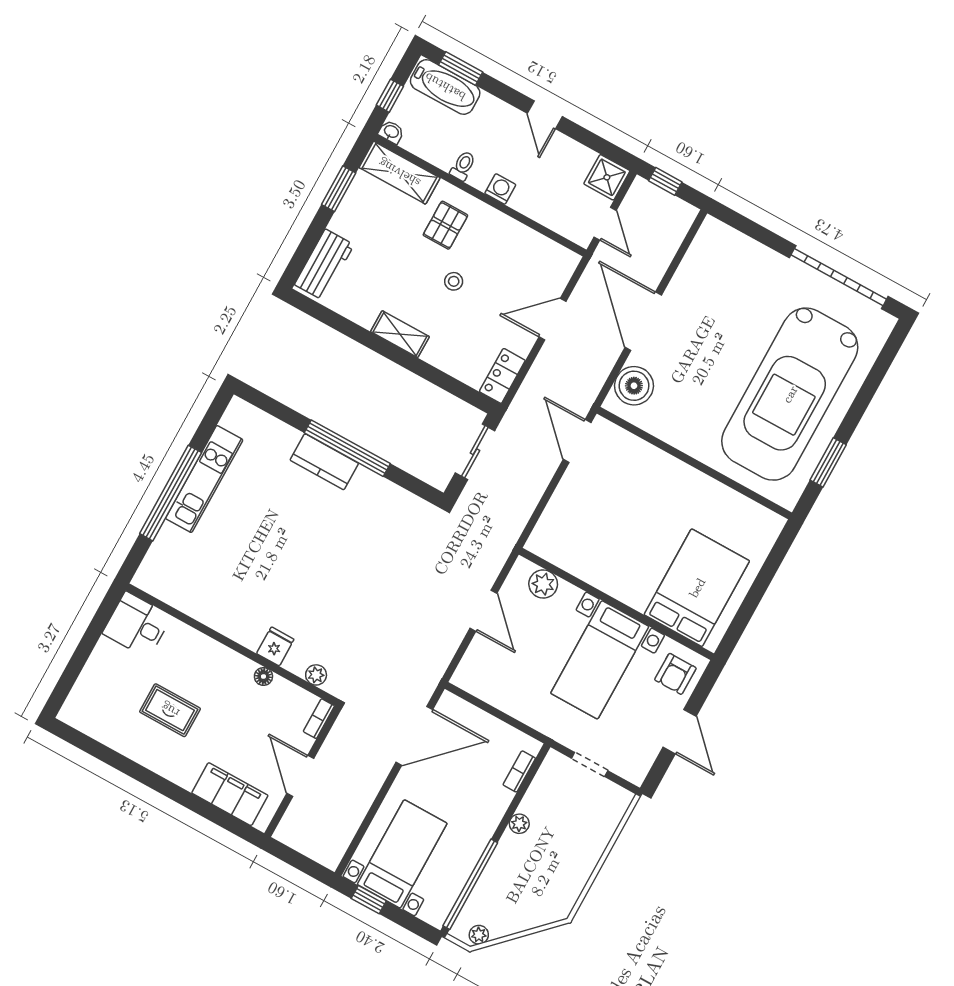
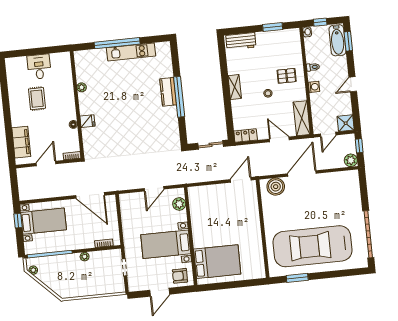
shelving: (399, 173) -> (302, 118), moved
plant: (681, 215) -> (351, 160), added
desk: (137, 625) -> (39, 67), moved
plant: (316, 675) -> (82, 87), moved

